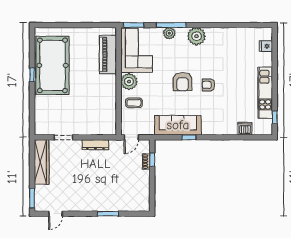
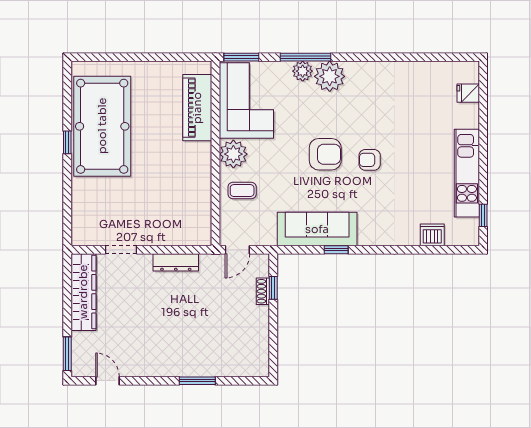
plant: (197, 36) -> (330, 76), moved
armchair: (183, 82) -> (325, 154), turned -90
door: (56, 214) -> (108, 381), swing flipped

